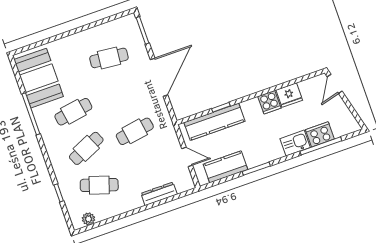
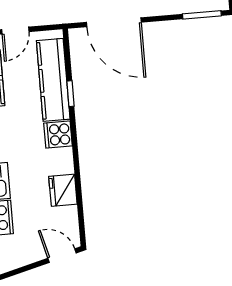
door: (159, 77) -> (114, 22), moved
cooker: (269, 102) -> (58, 135), moved

